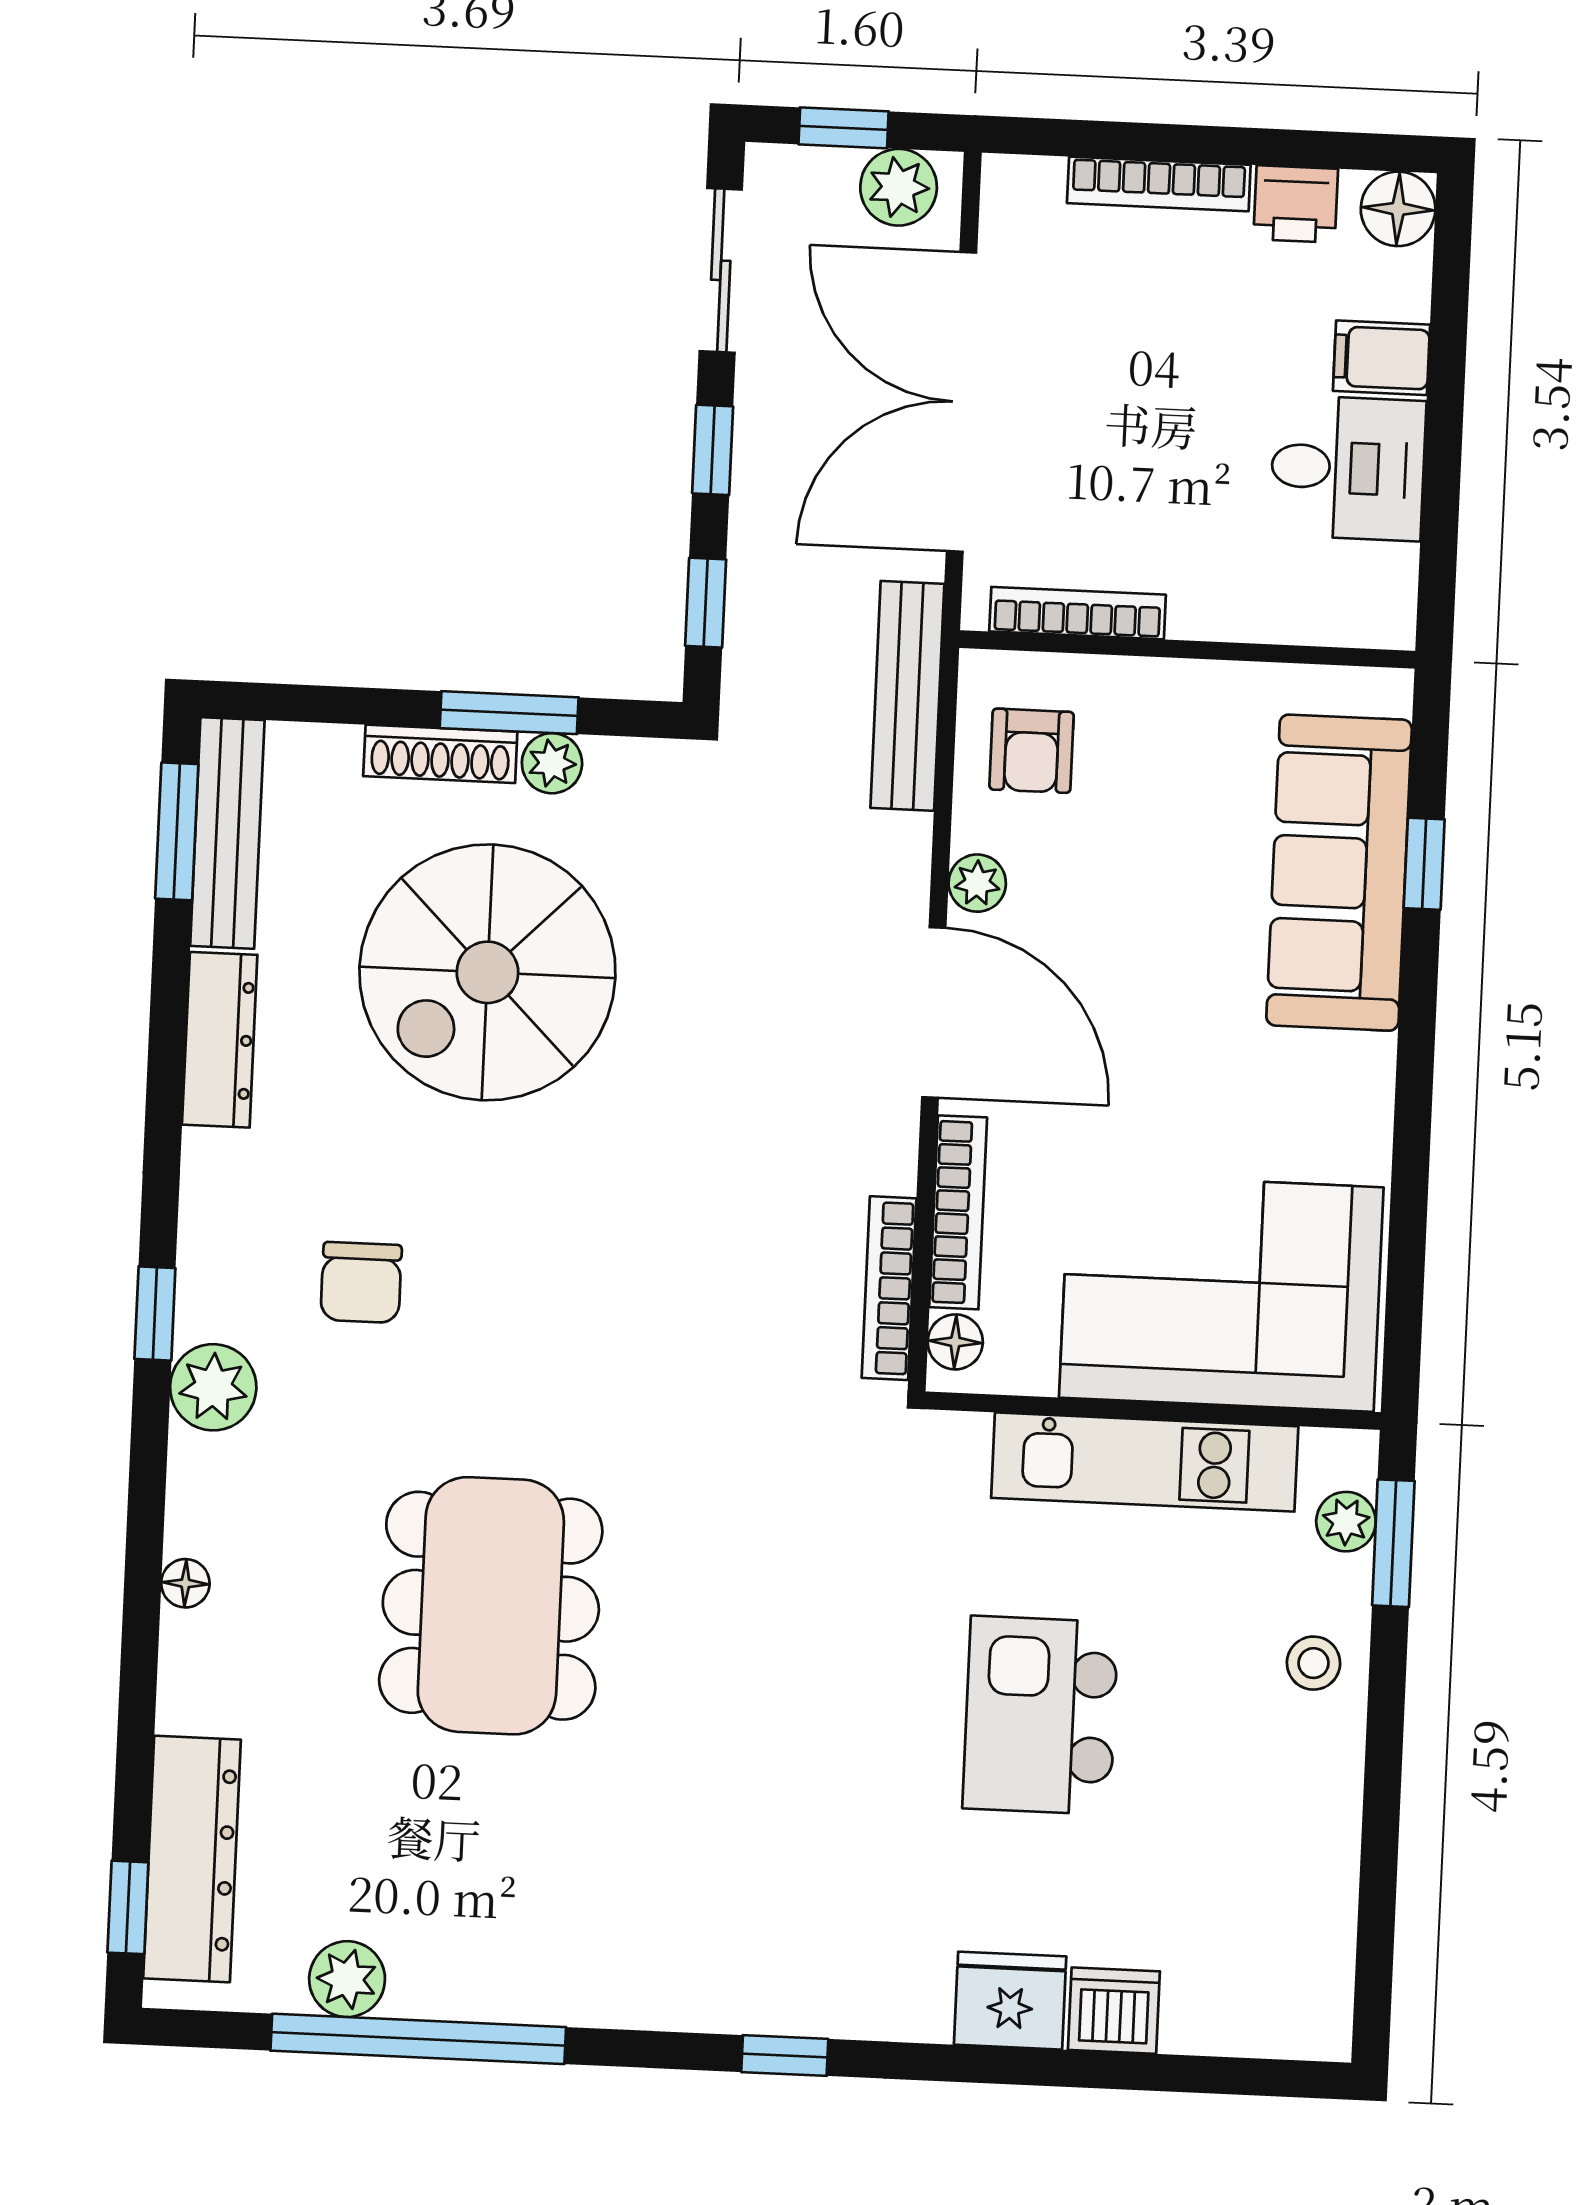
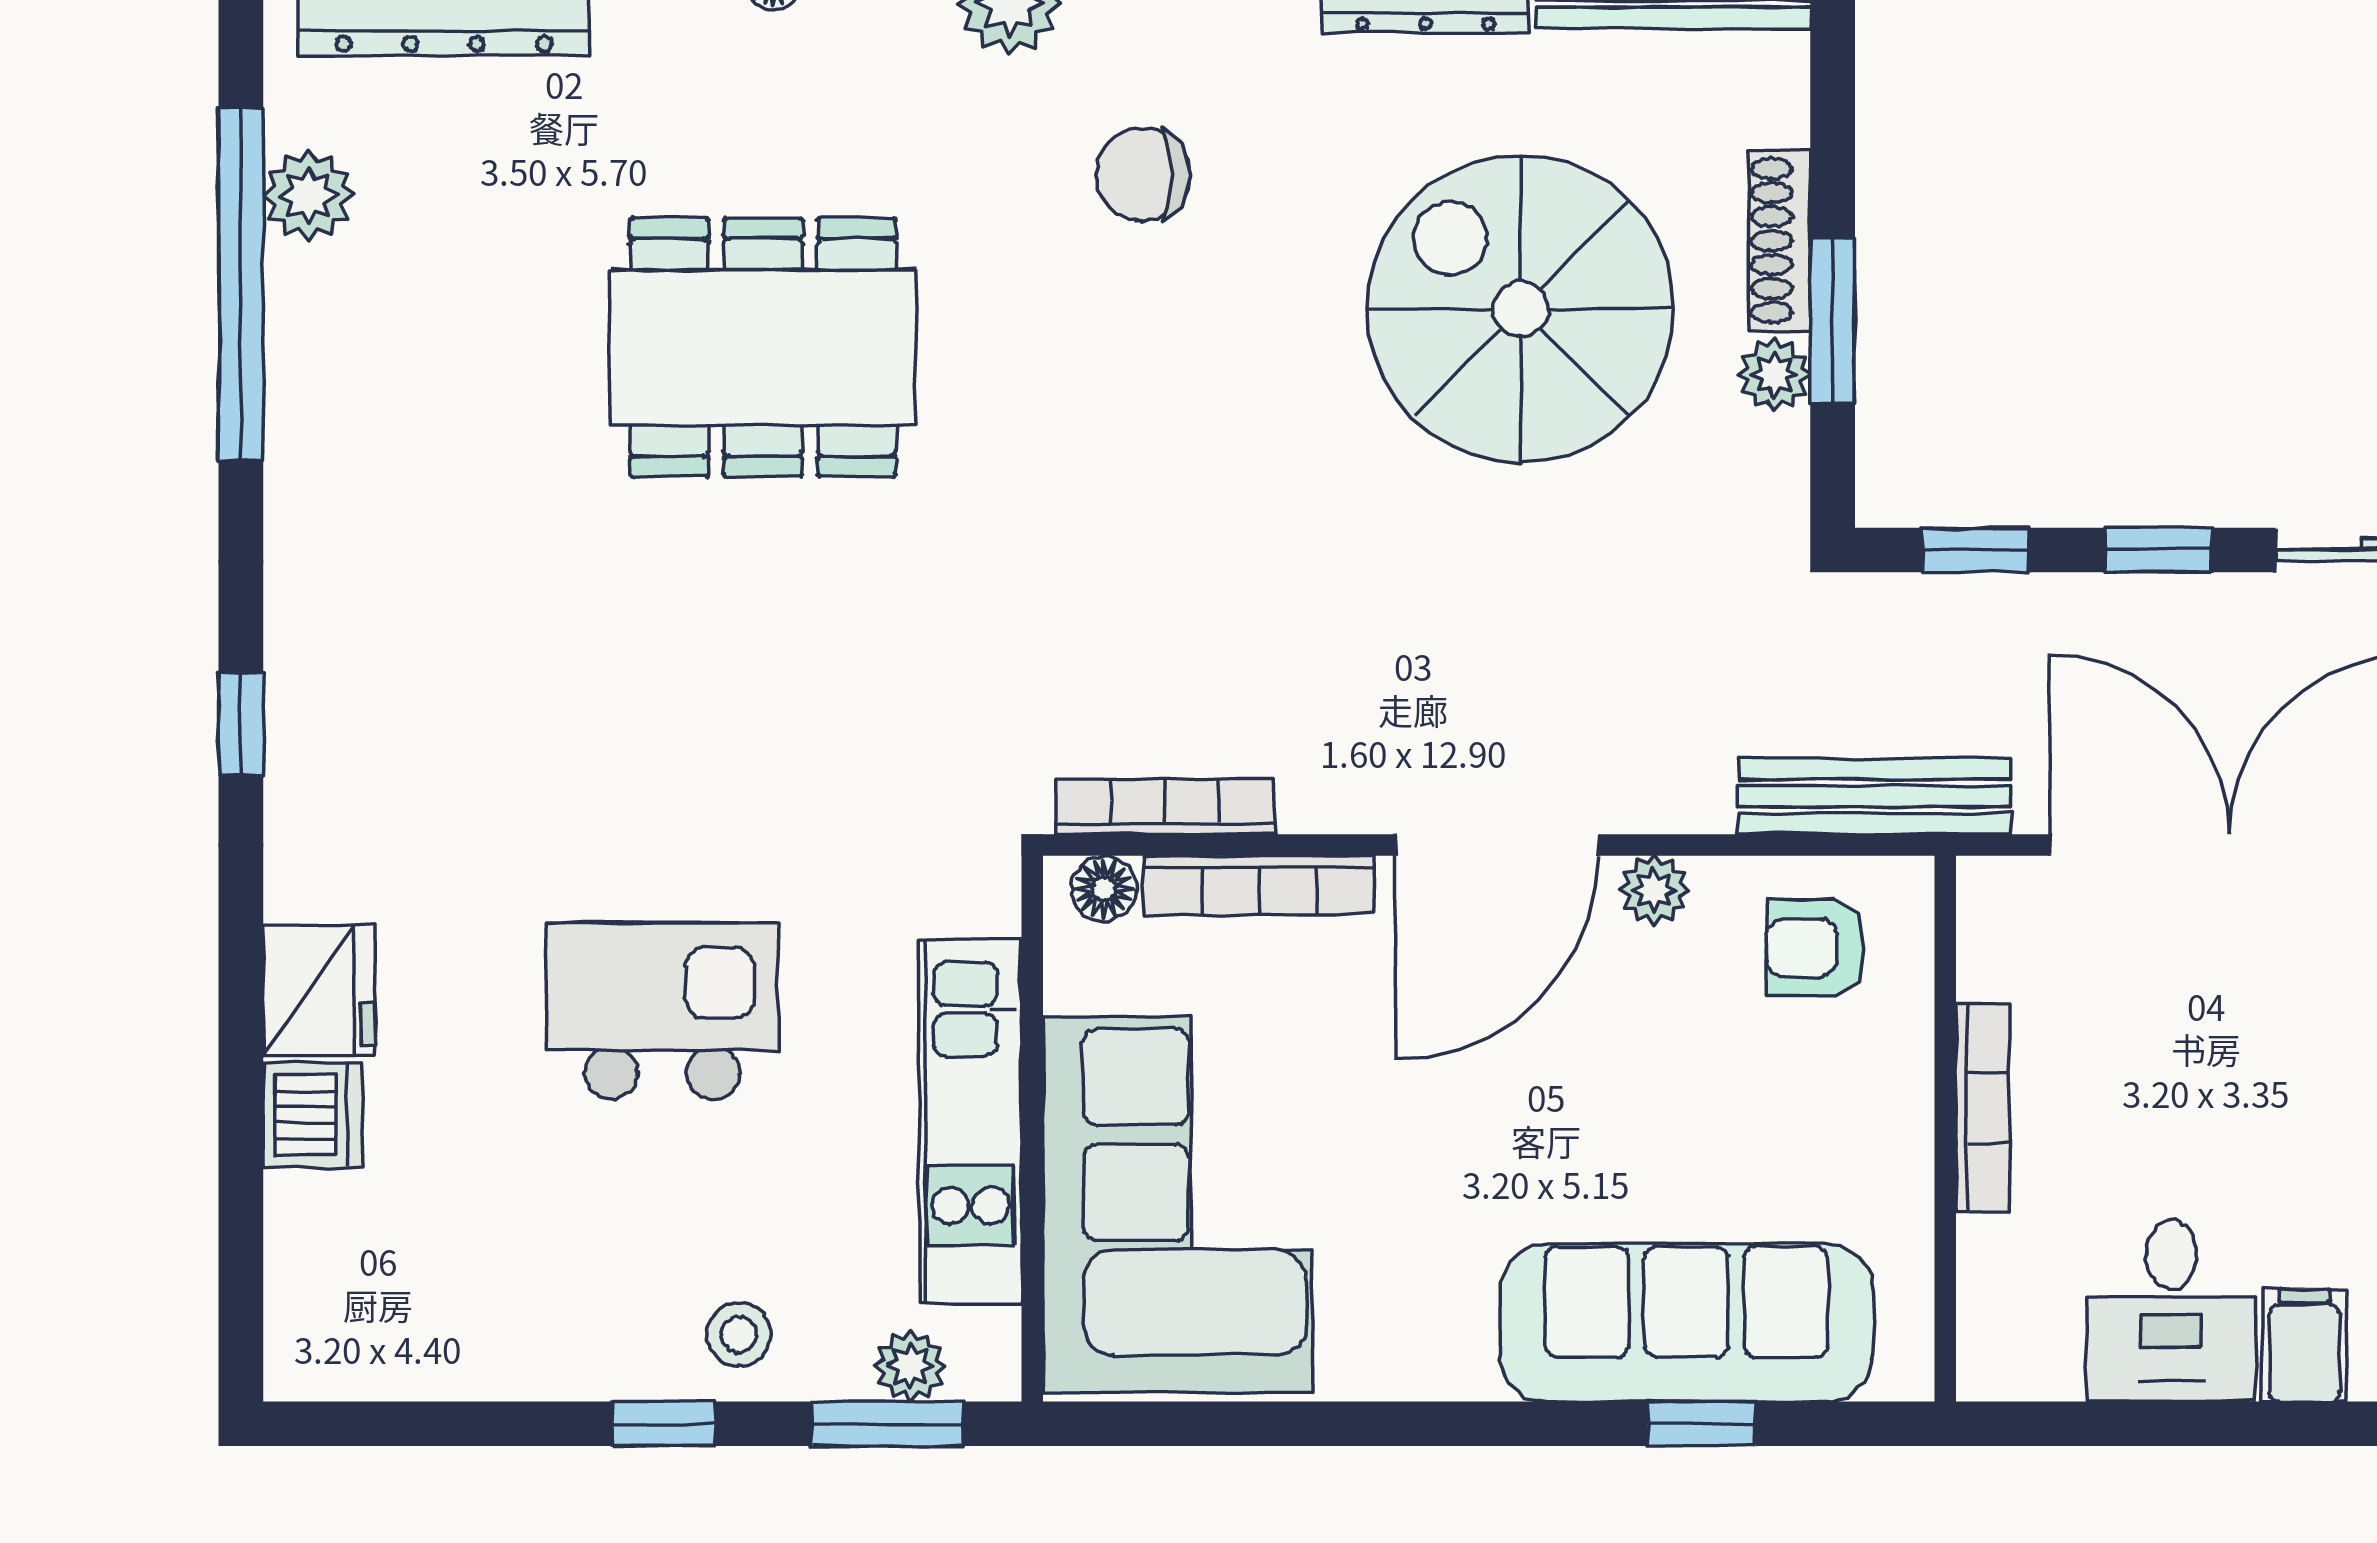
bookcase: (1078, 613) -> (1983, 1108), moved
window: (1385, 1729) -> (664, 1424), added

